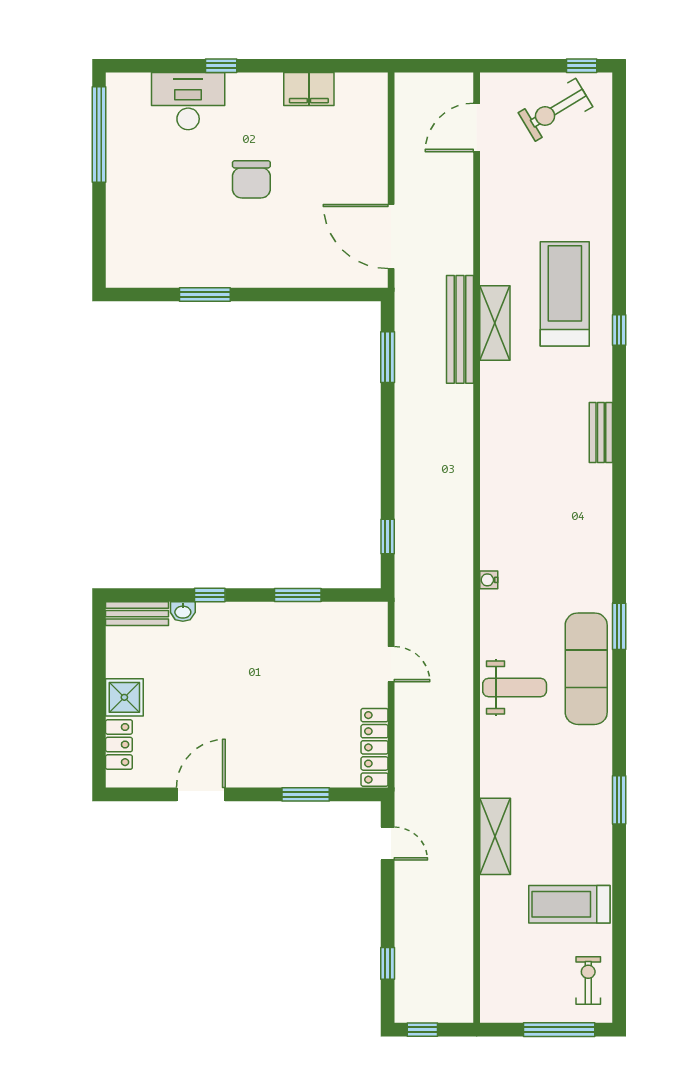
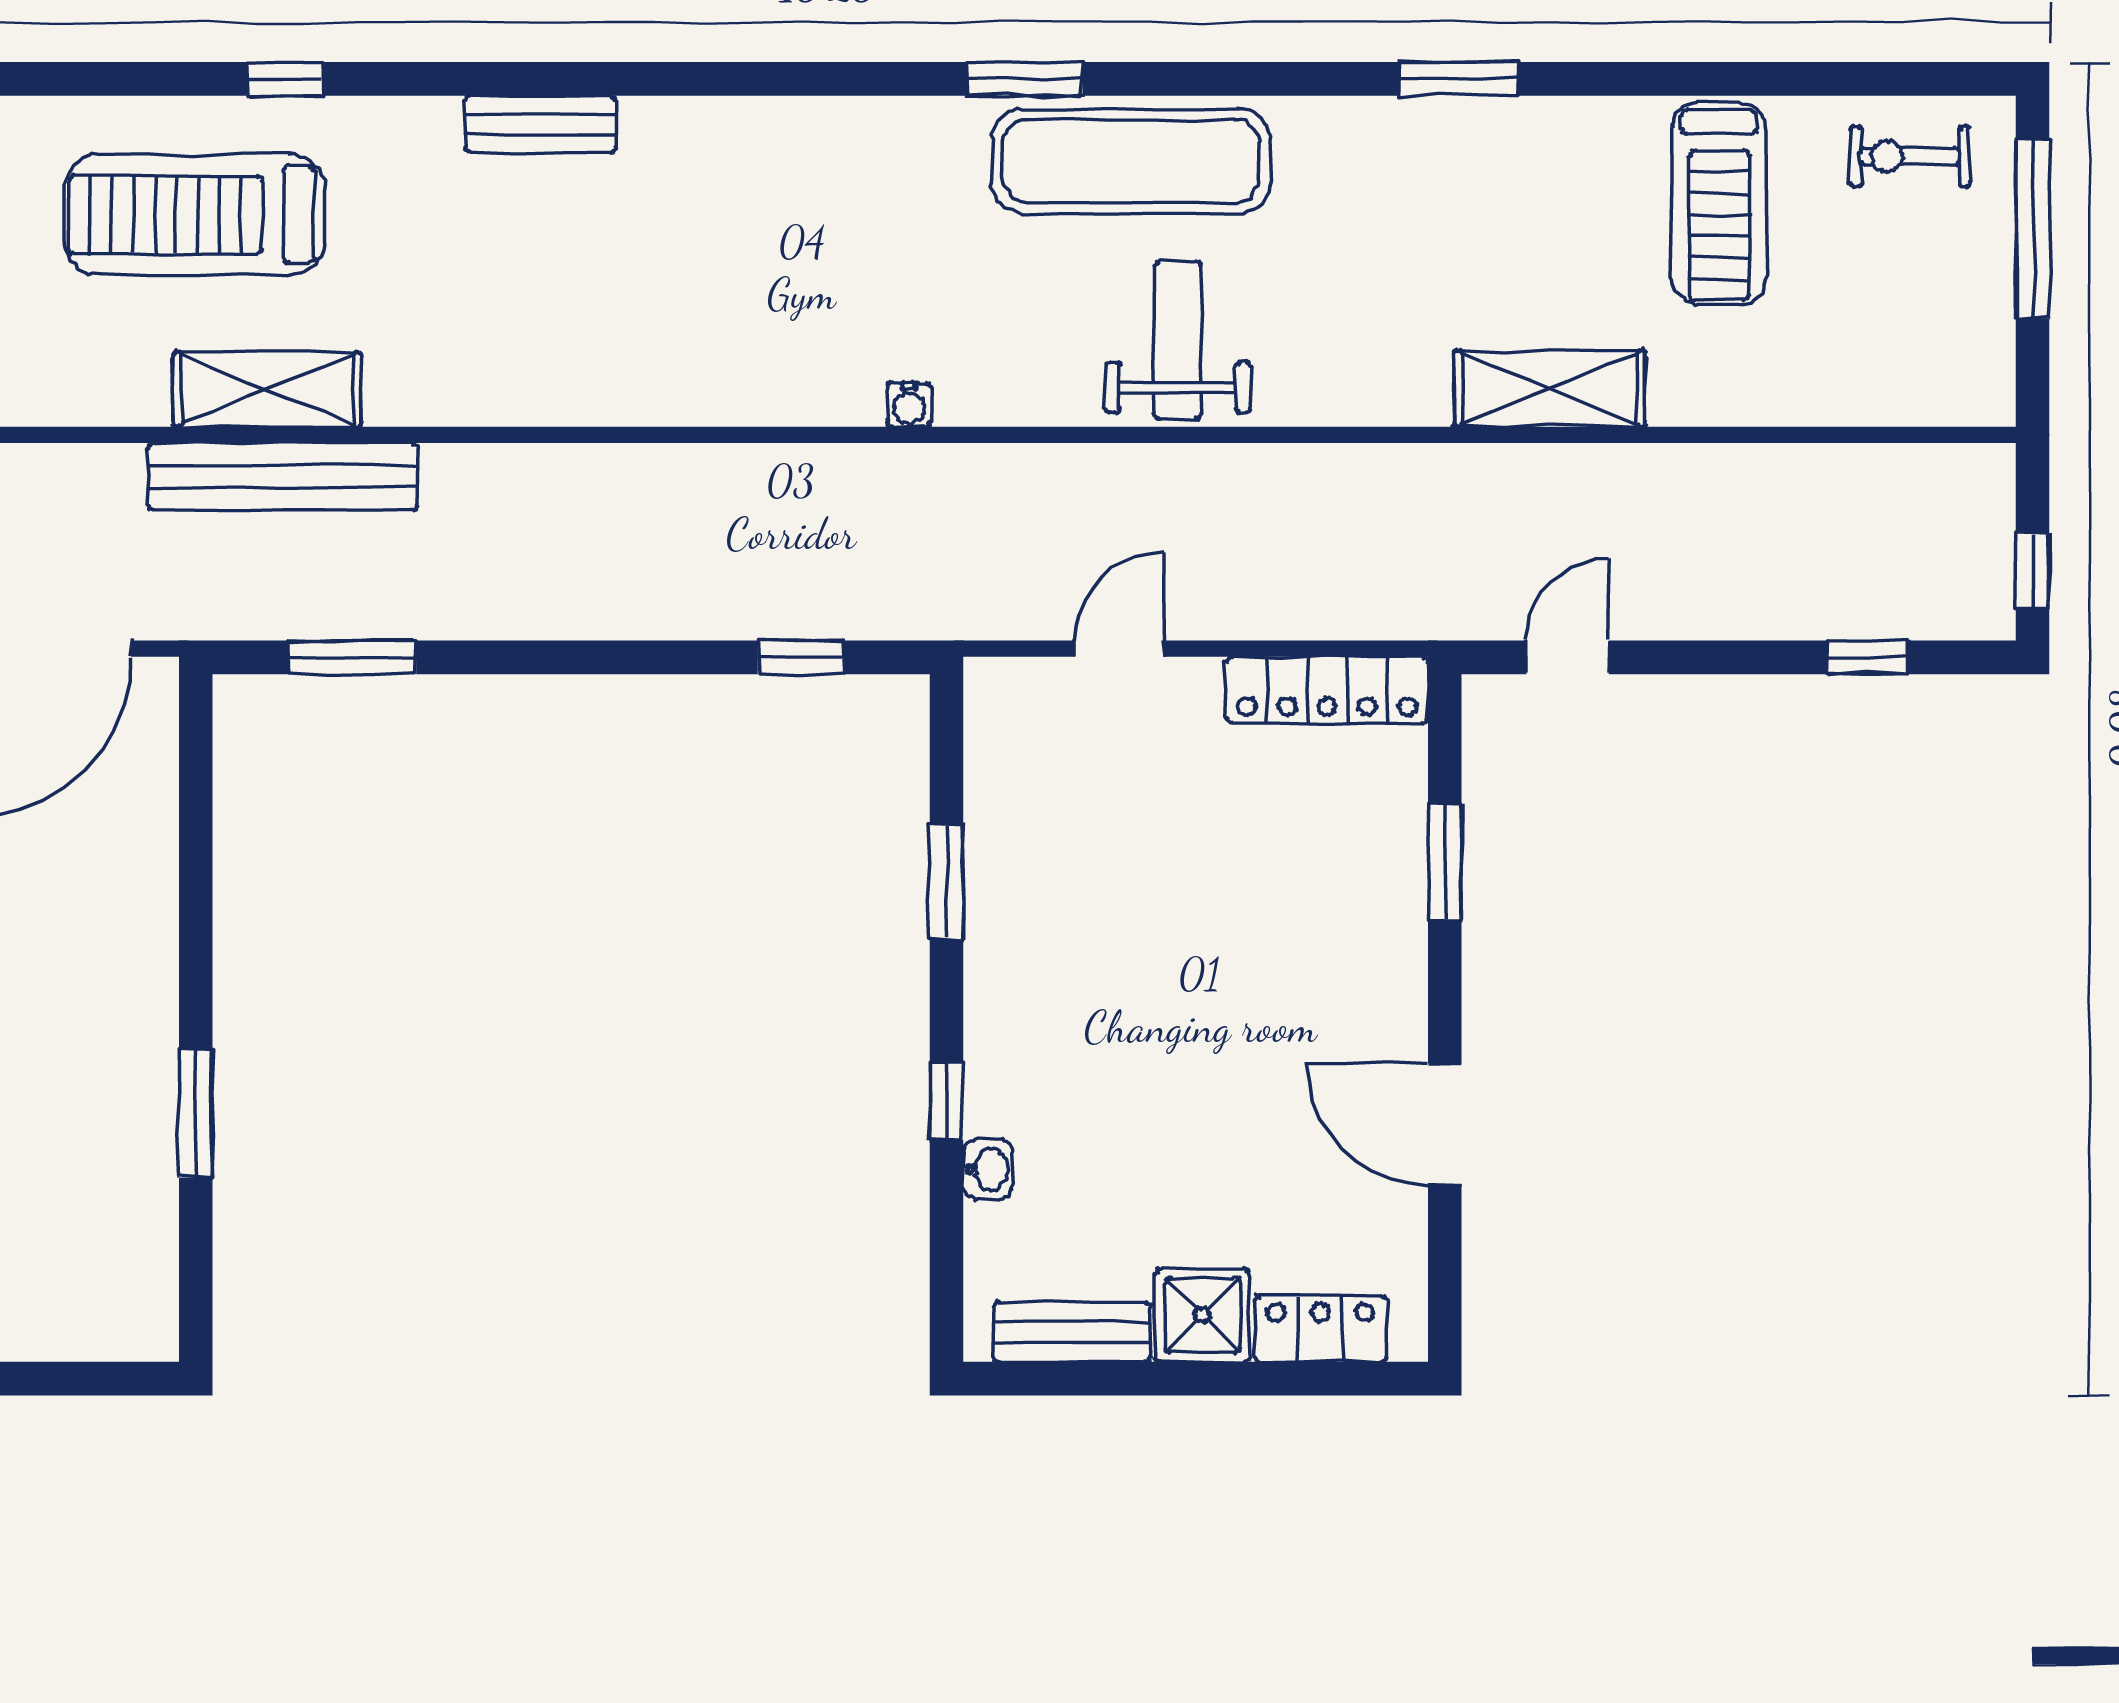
bench: (137, 614) -> (1072, 1332), moved, turned 90

